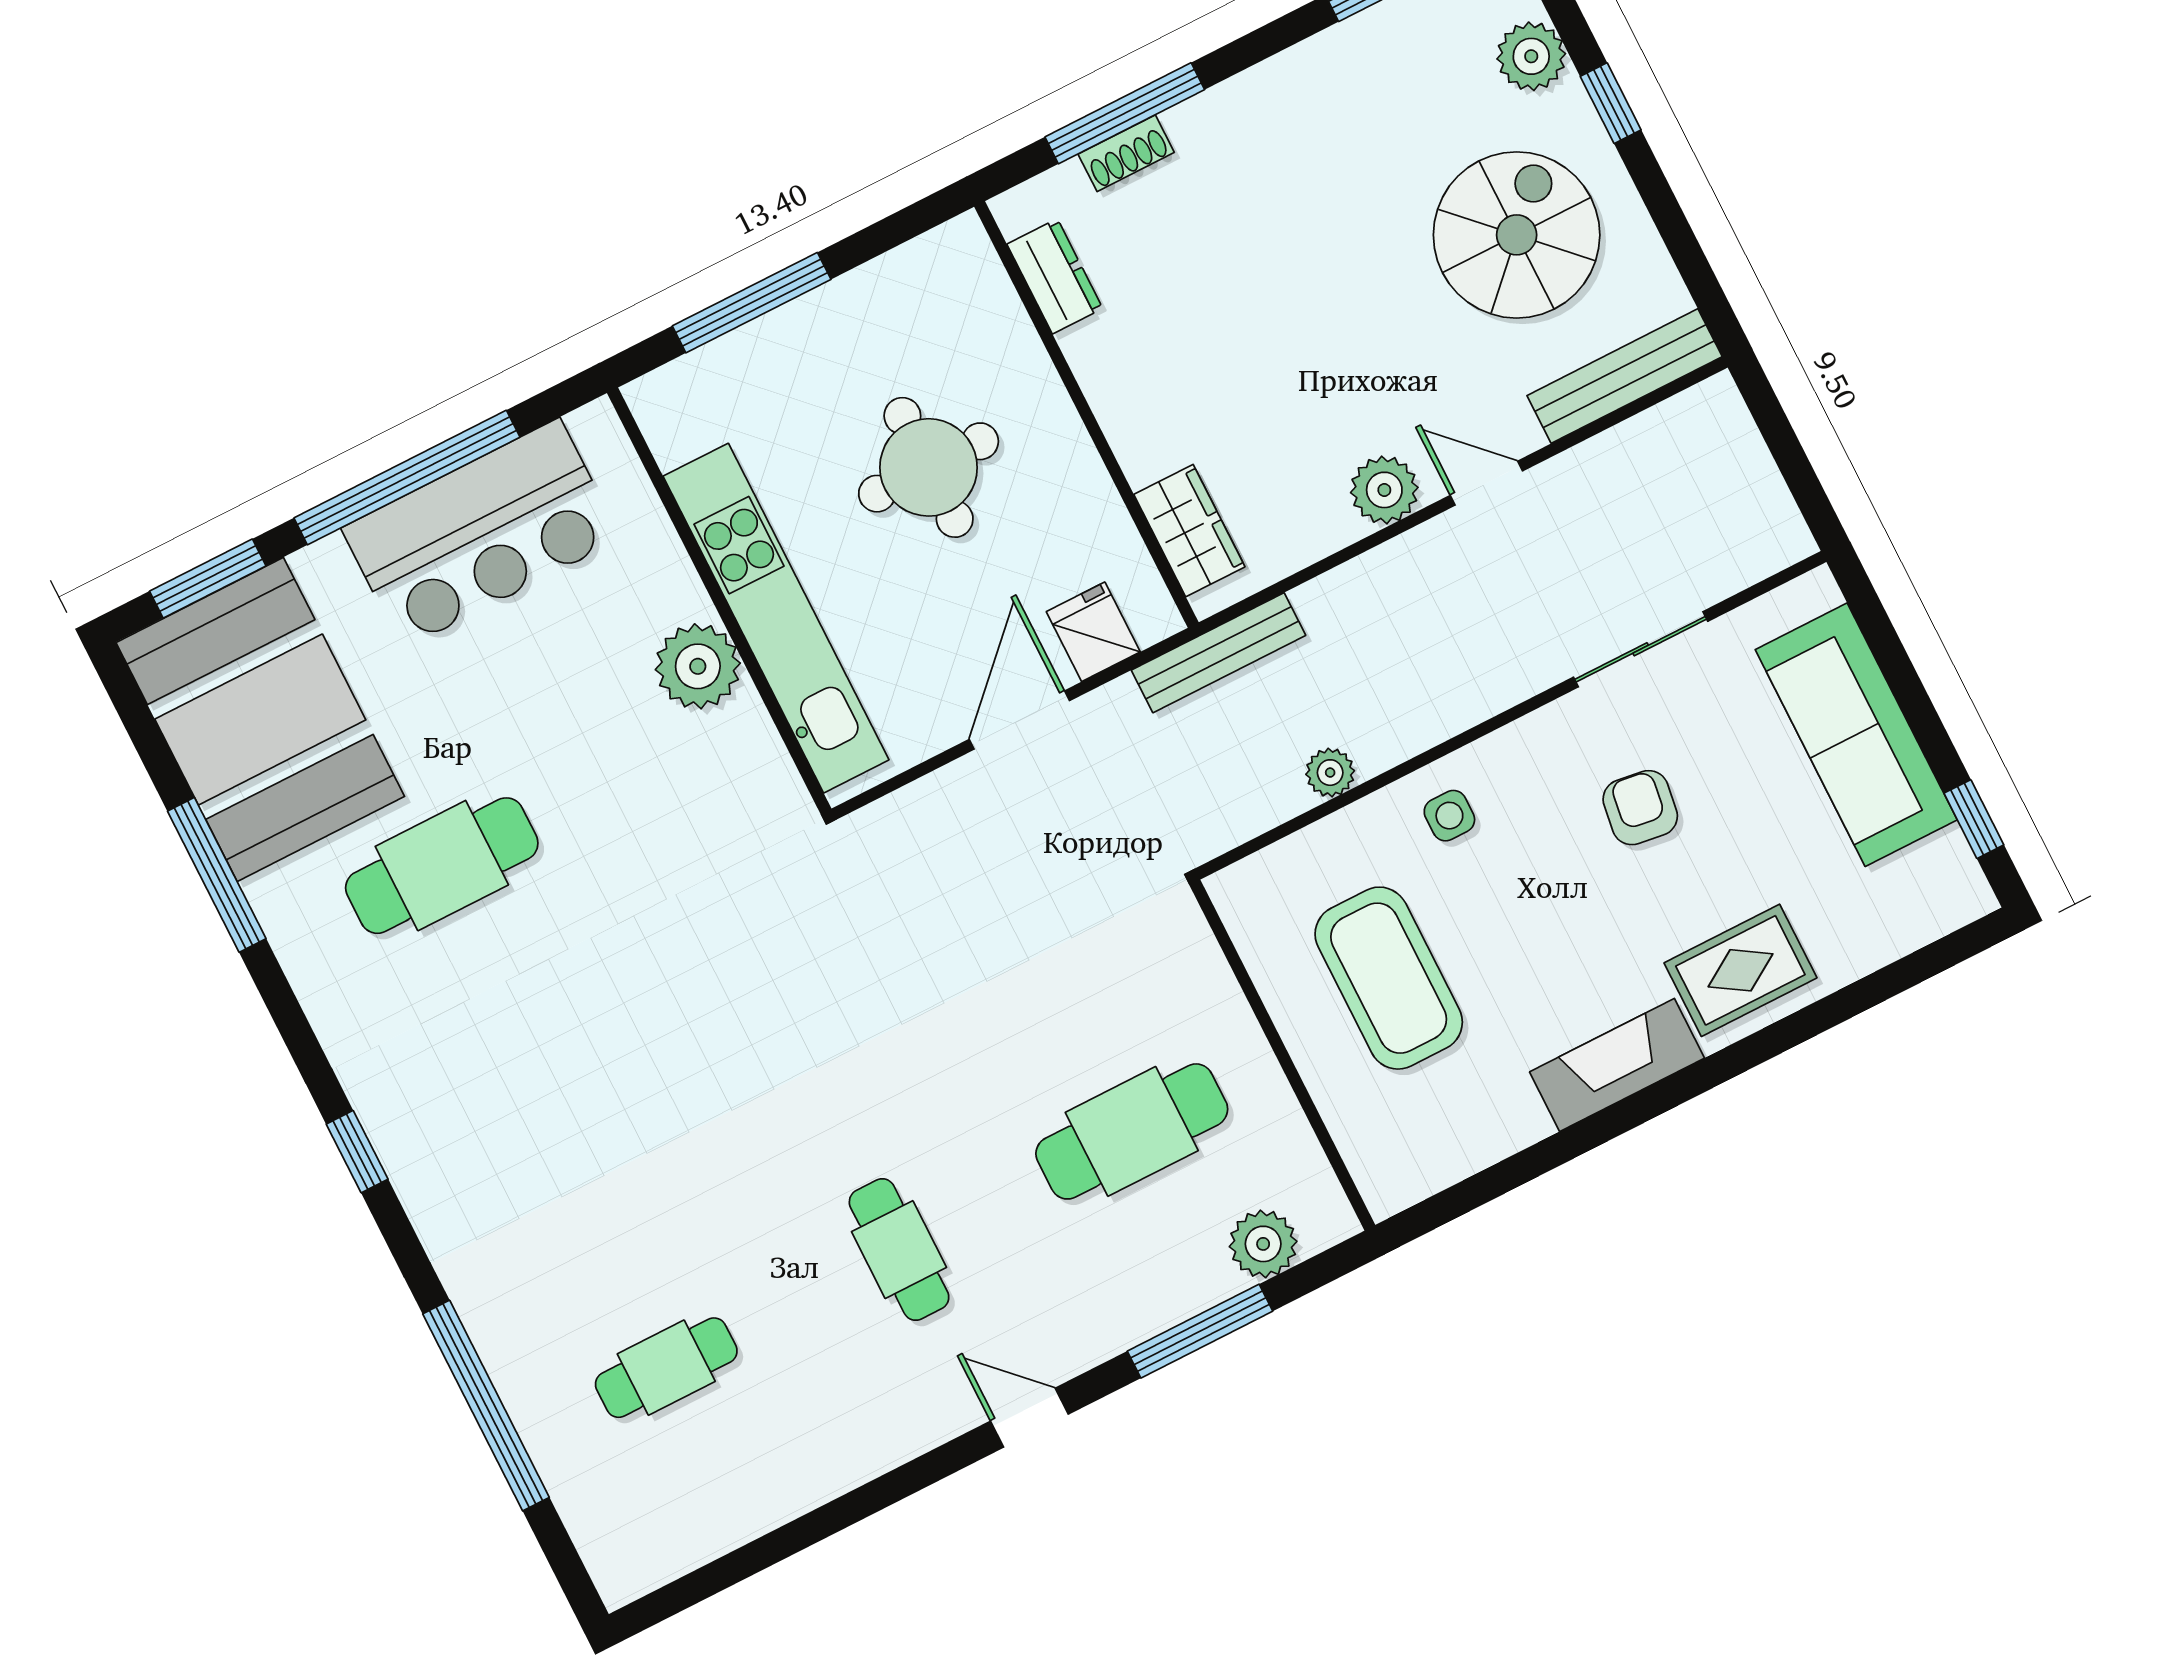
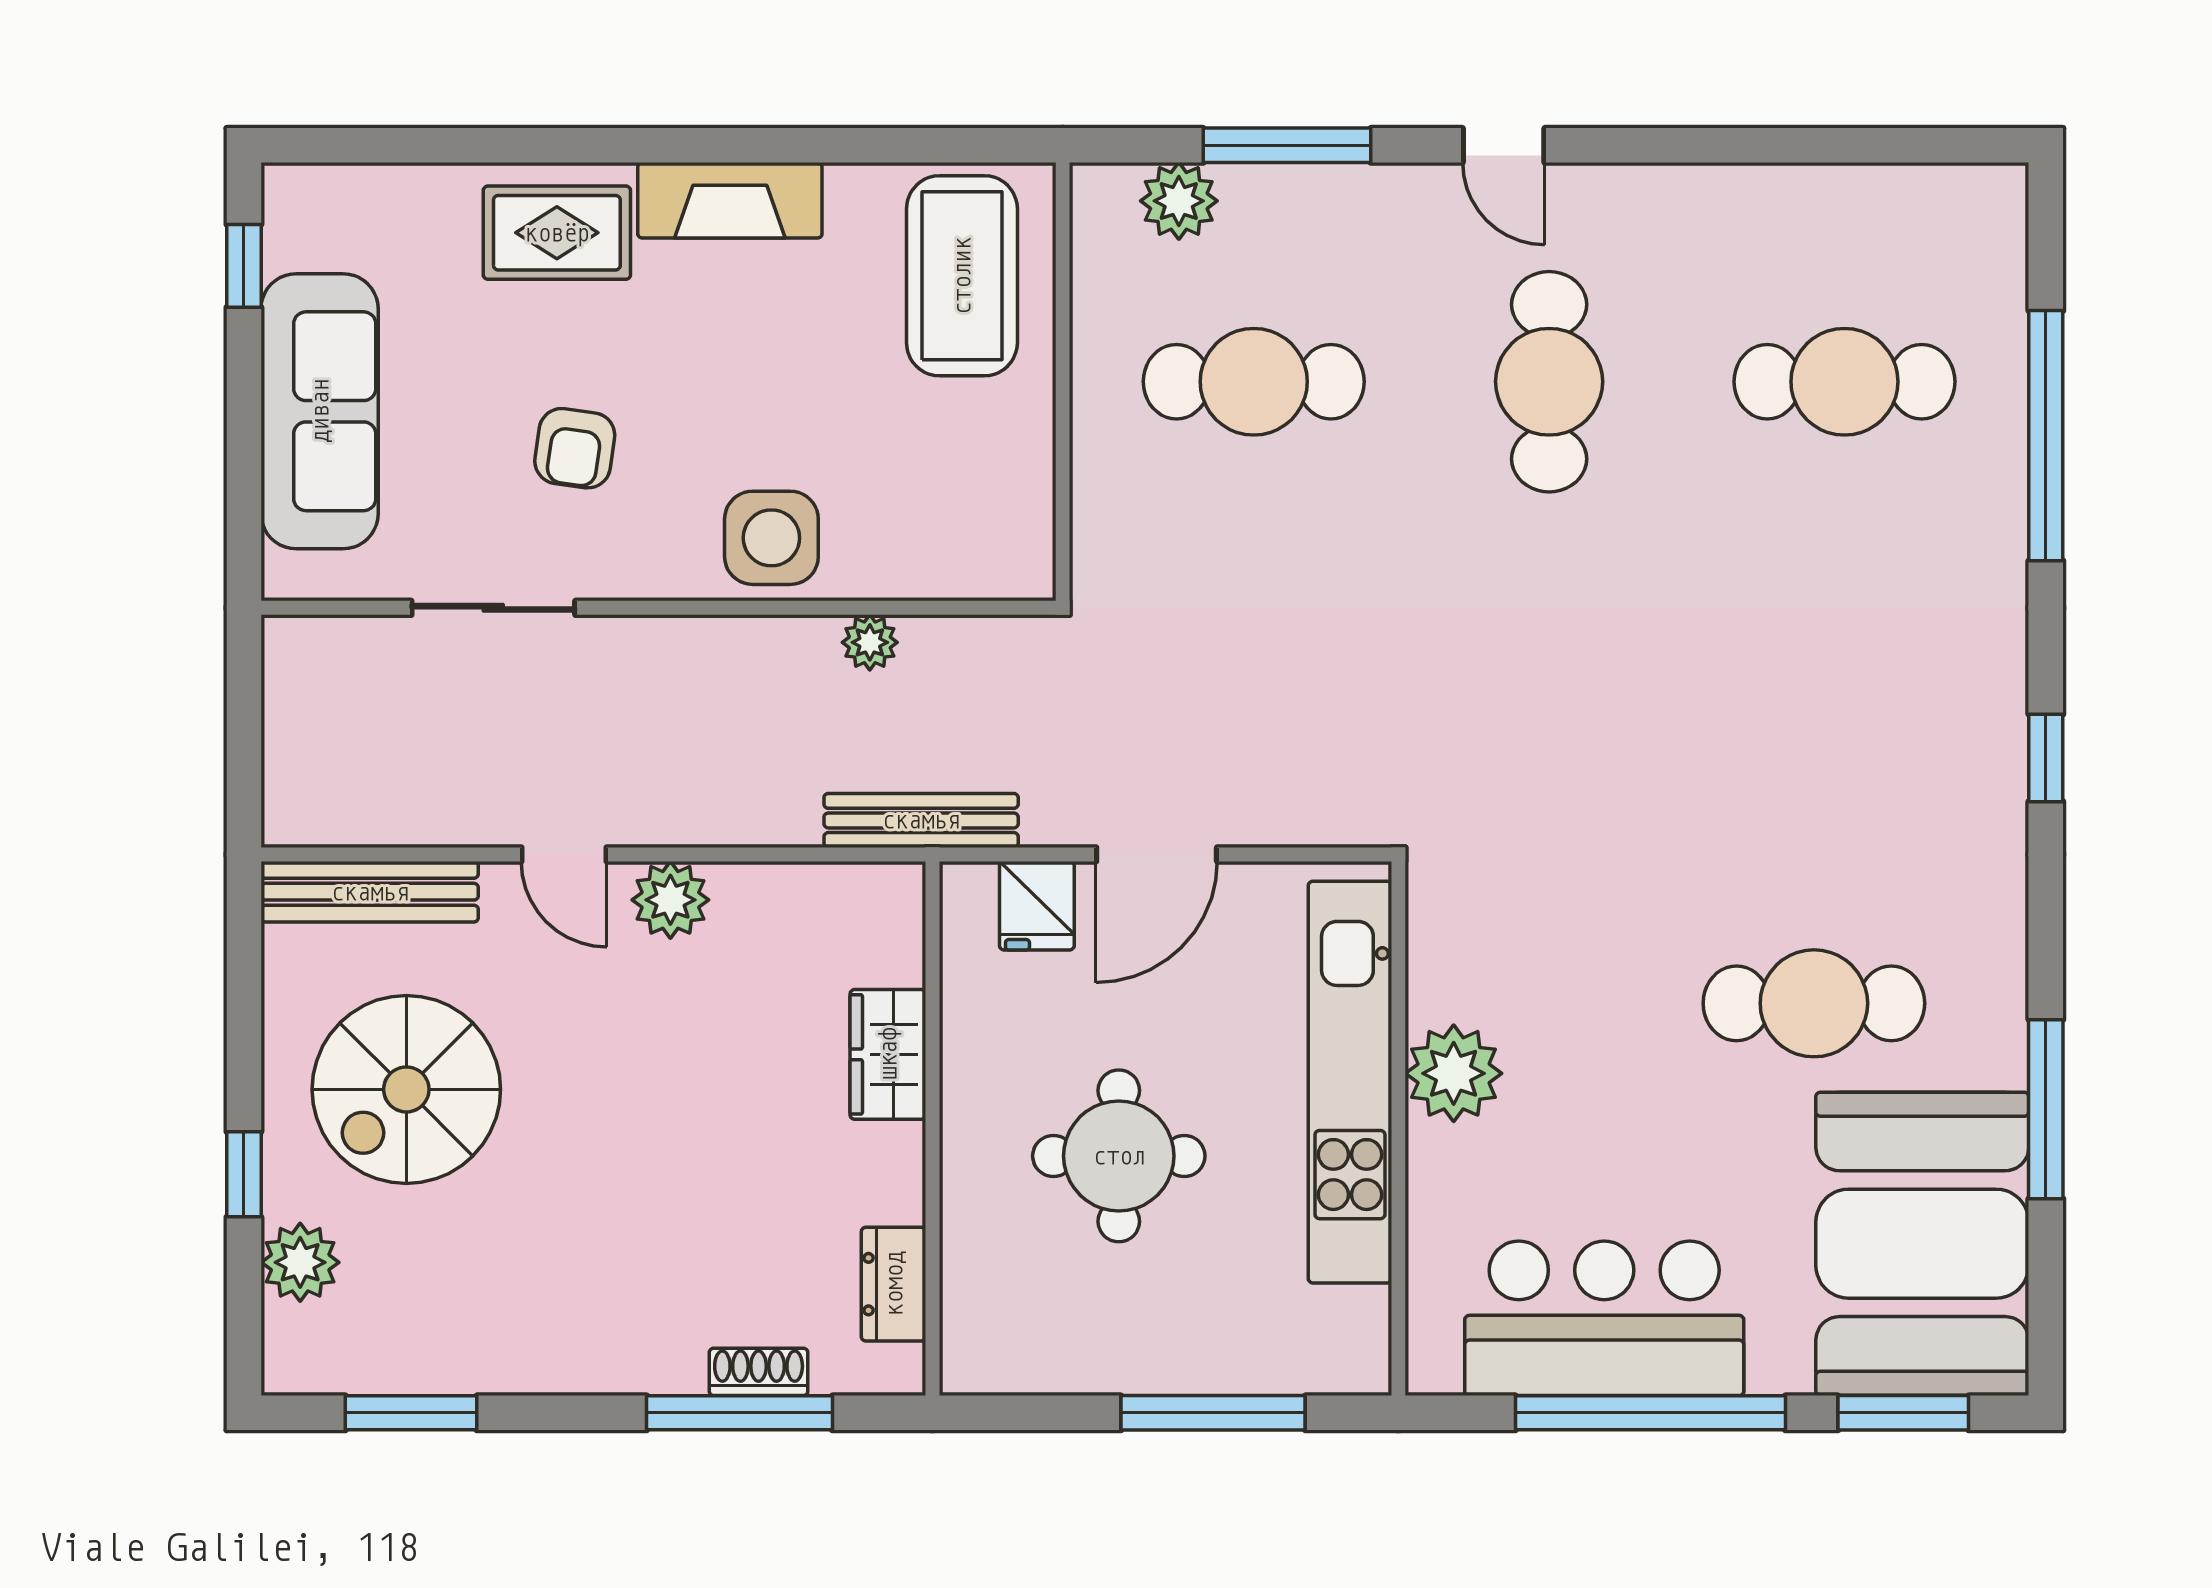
wardrobe: (1189, 531) -> (888, 1054), moved
side table: (1449, 816) -> (771, 538), width x1.87, depth x1.87
coffee table: (1389, 978) -> (962, 276), moved
cafe table: (899, 1250) -> (1549, 382), width x1.37, depth x1.35
cafe table: (666, 1368) -> (1844, 382), width x1.37, depth x1.35

